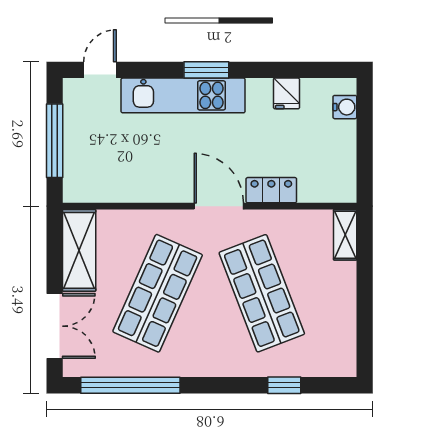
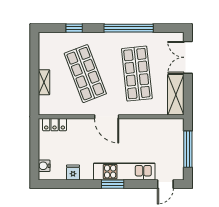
locker: (271, 190) -> (55, 125), moved
shelving: (345, 235) -> (44, 82), moved
shop shelf: (158, 293) -> (137, 74), turned -30
window: (130, 385) -> (129, 28), moved

